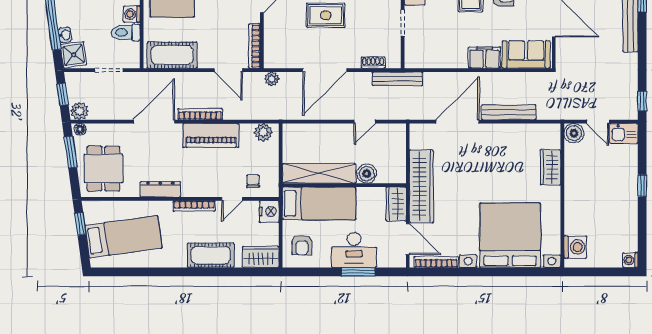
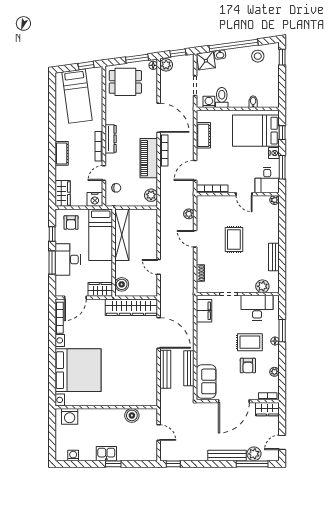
washing machine: (132, 14) -> (209, 102), moved
cot: (172, 55) -> (203, 135), width x0.73, depth x0.75
filing cabinet: (485, 58) -> (204, 311), moved
door: (325, 70) -> (195, 239), width x0.53
plant: (272, 79) -> (189, 214), moved
bench: (397, 79) -> (189, 368), moved
door: (598, 122) -> (159, 432), swing flipped
boiler: (574, 133) -> (132, 415), moved
kitchen sink: (624, 133) -> (106, 454), moved, turned 90
wardrobe: (550, 167) -> (126, 399), removed
boiler: (367, 174) -> (122, 284), moved
wardrobe: (421, 186) -> (131, 307), moved
dresser: (160, 189) -> (111, 139), moved
door: (232, 199) -> (104, 173), hinge flipped
armchair: (302, 245) -> (71, 223), turned -90
cot: (211, 255) -> (62, 153), width x0.73, depth x0.75
washing machine: (630, 260) -> (73, 455), moved
window: (318, 272) -> (52, 234), added

